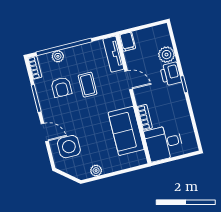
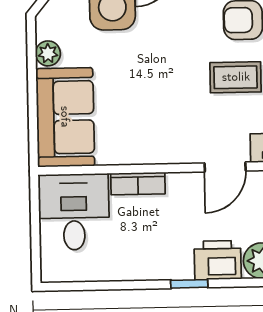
sofa: (126, 131) -> (65, 117), moved, turned 90

